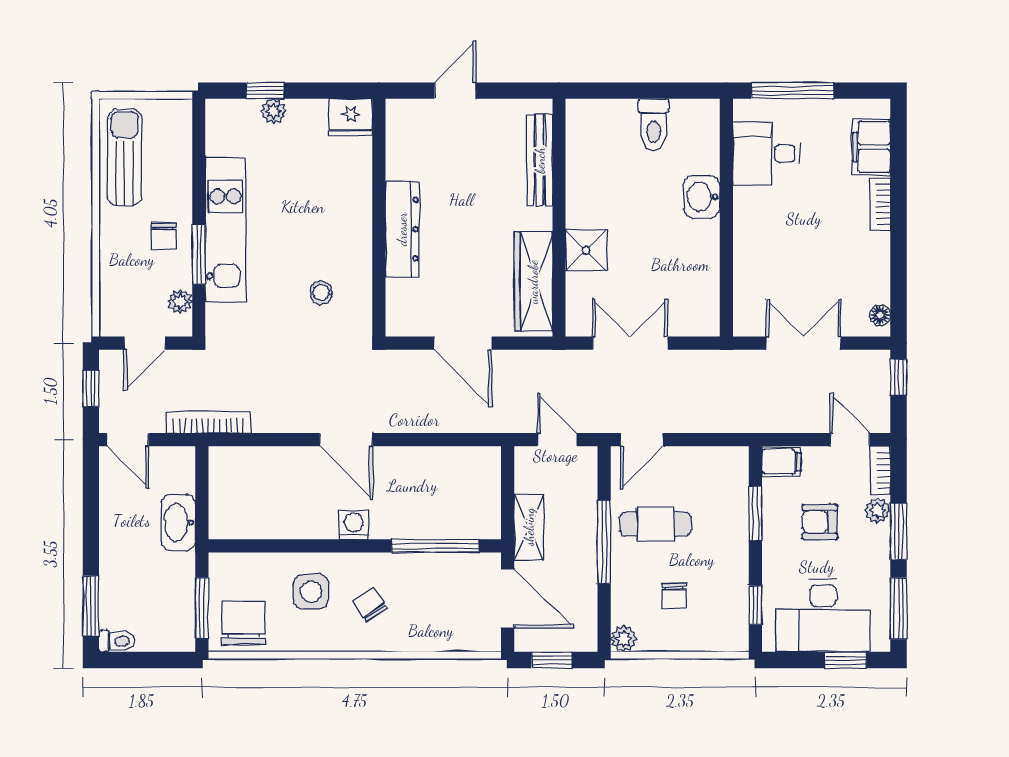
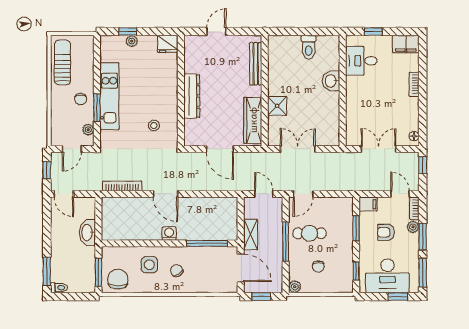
window: (792, 91) -> (373, 31), width x0.46
filing cabinet: (872, 147) -> (406, 44), moved, turned -90
bookcase: (208, 422) -> (122, 186), moved

